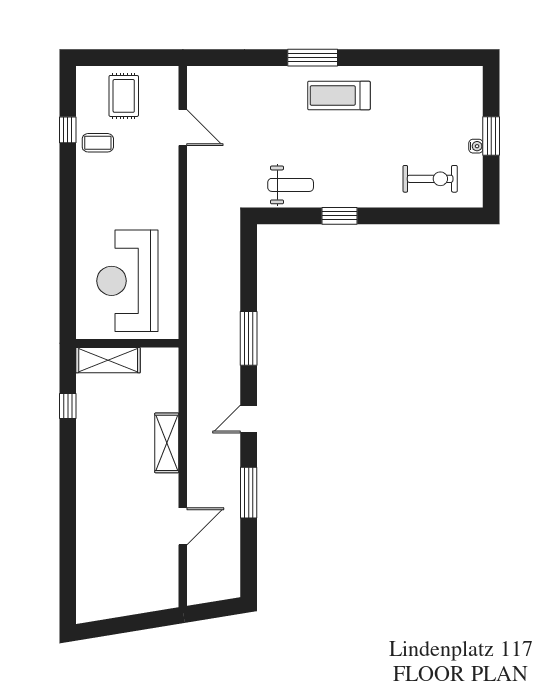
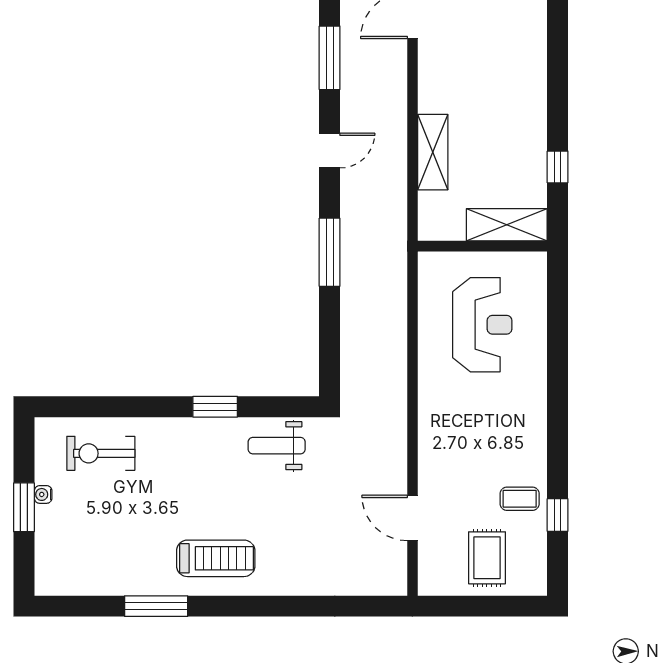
window: (313, 58) -> (156, 606), moved
reception desk: (127, 281) -> (482, 325), width x0.74, depth x0.77
shelving: (167, 443) -> (433, 152), moved

